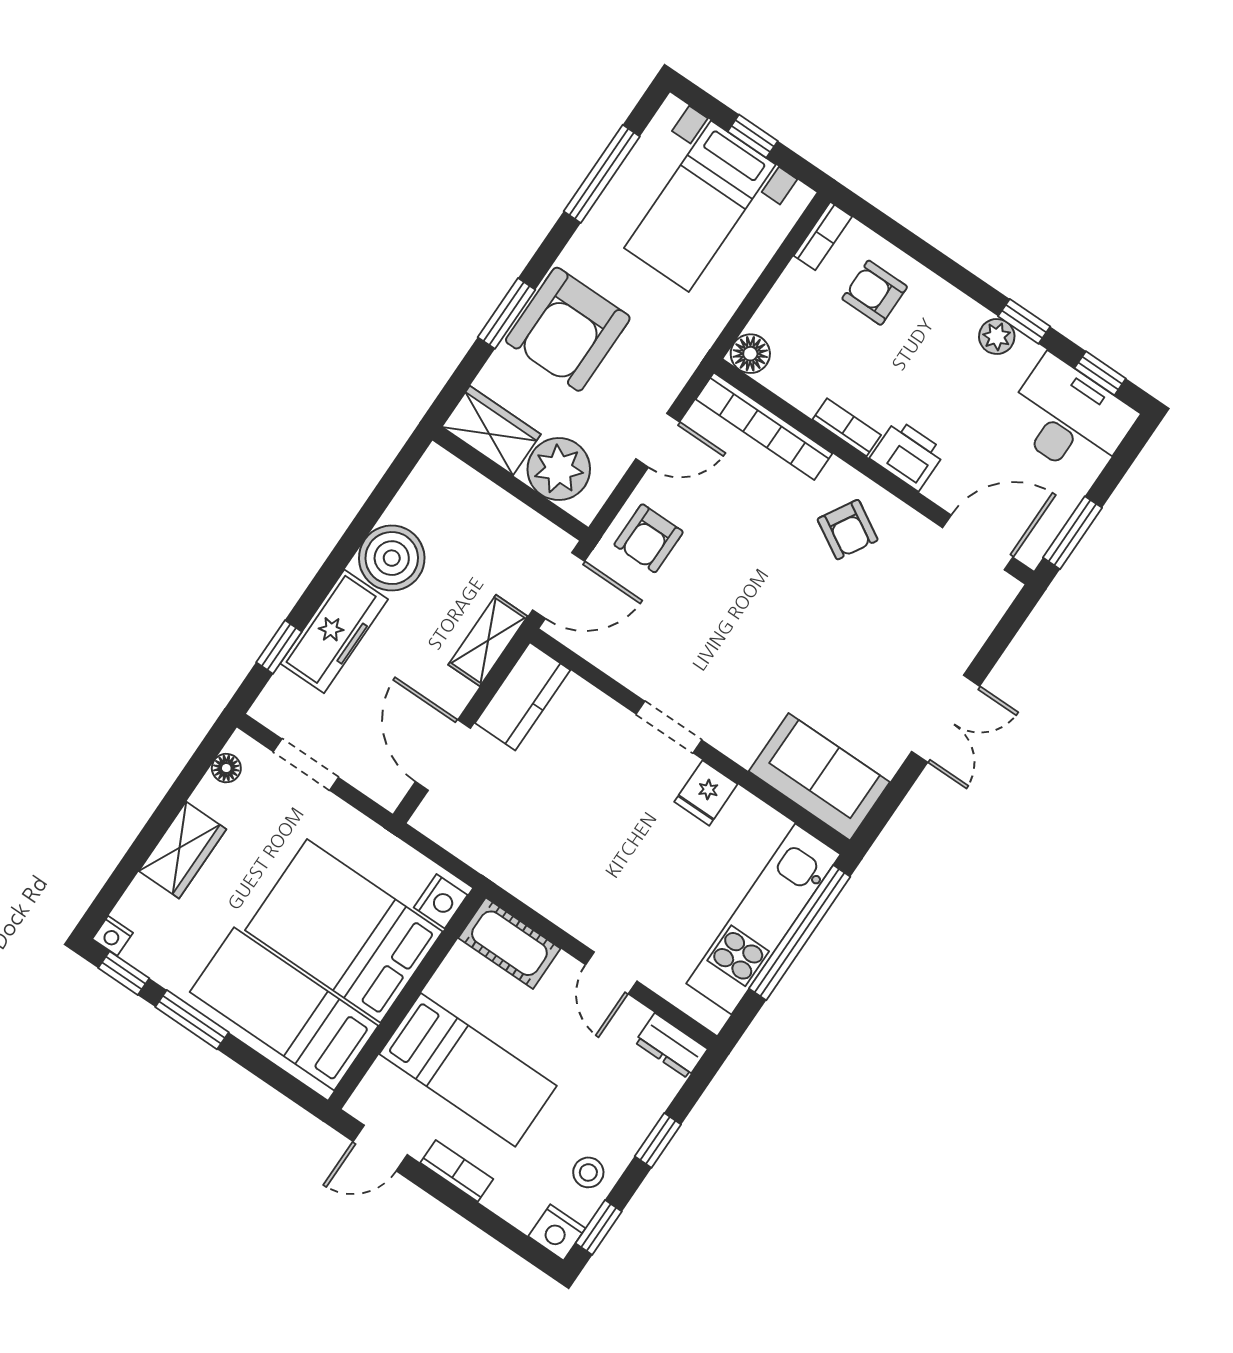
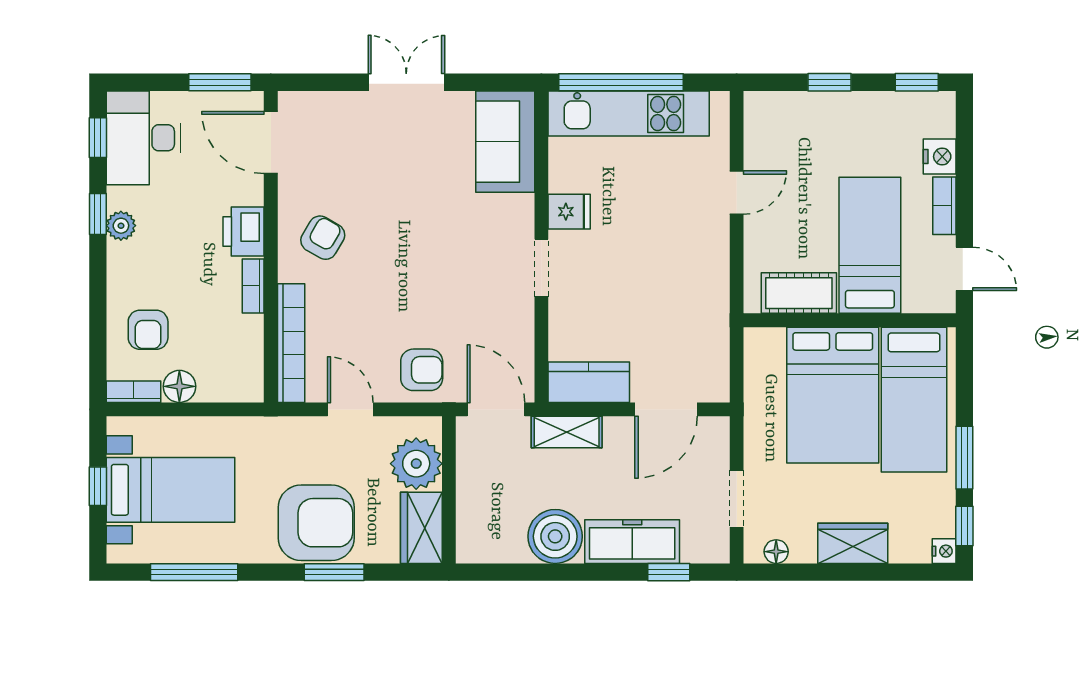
floor lamp: (750, 354) -> (179, 386), moved
nightstand: (441, 901) -> (767, 343), removed
cot: (509, 943) -> (799, 293), moved, turned 90
dresser: (671, 1046) -> (758, 117), removed
stool: (588, 1172) -> (884, 115), removed
nightstand: (557, 1232) -> (940, 157), moved

